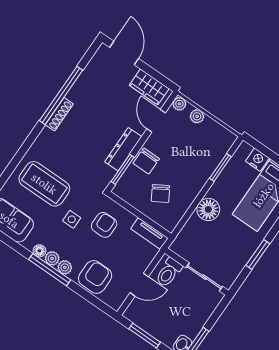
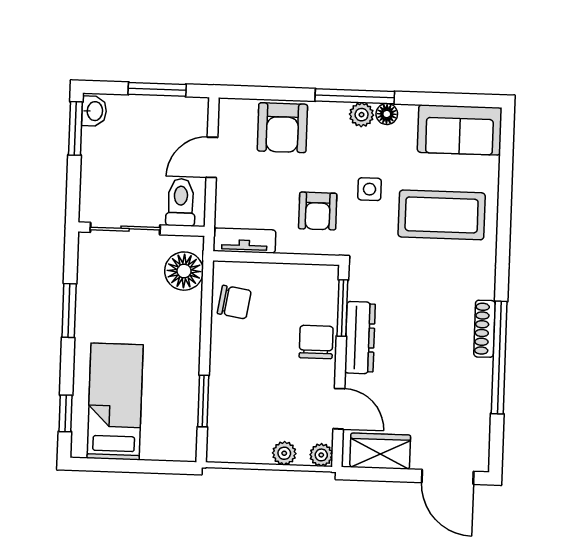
nightstand: (257, 160) -> (157, 447), removed
chair: (161, 193) -> (234, 302), moved, turned 130
floor lamp: (208, 209) -> (184, 271), moved
plant: (65, 267) -> (335, 114), removed

